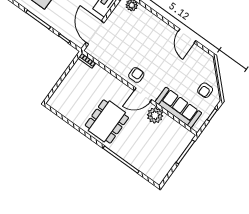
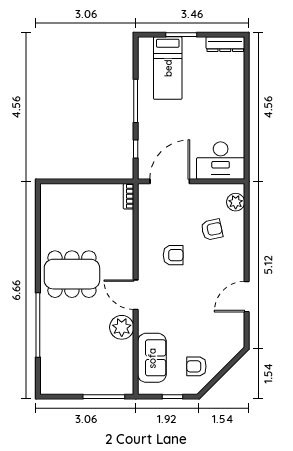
armchair: (137, 29) -> (212, 229), added
armchair: (136, 75) -> (173, 255), moved
sofa: (178, 107) -> (152, 358), width x0.73

